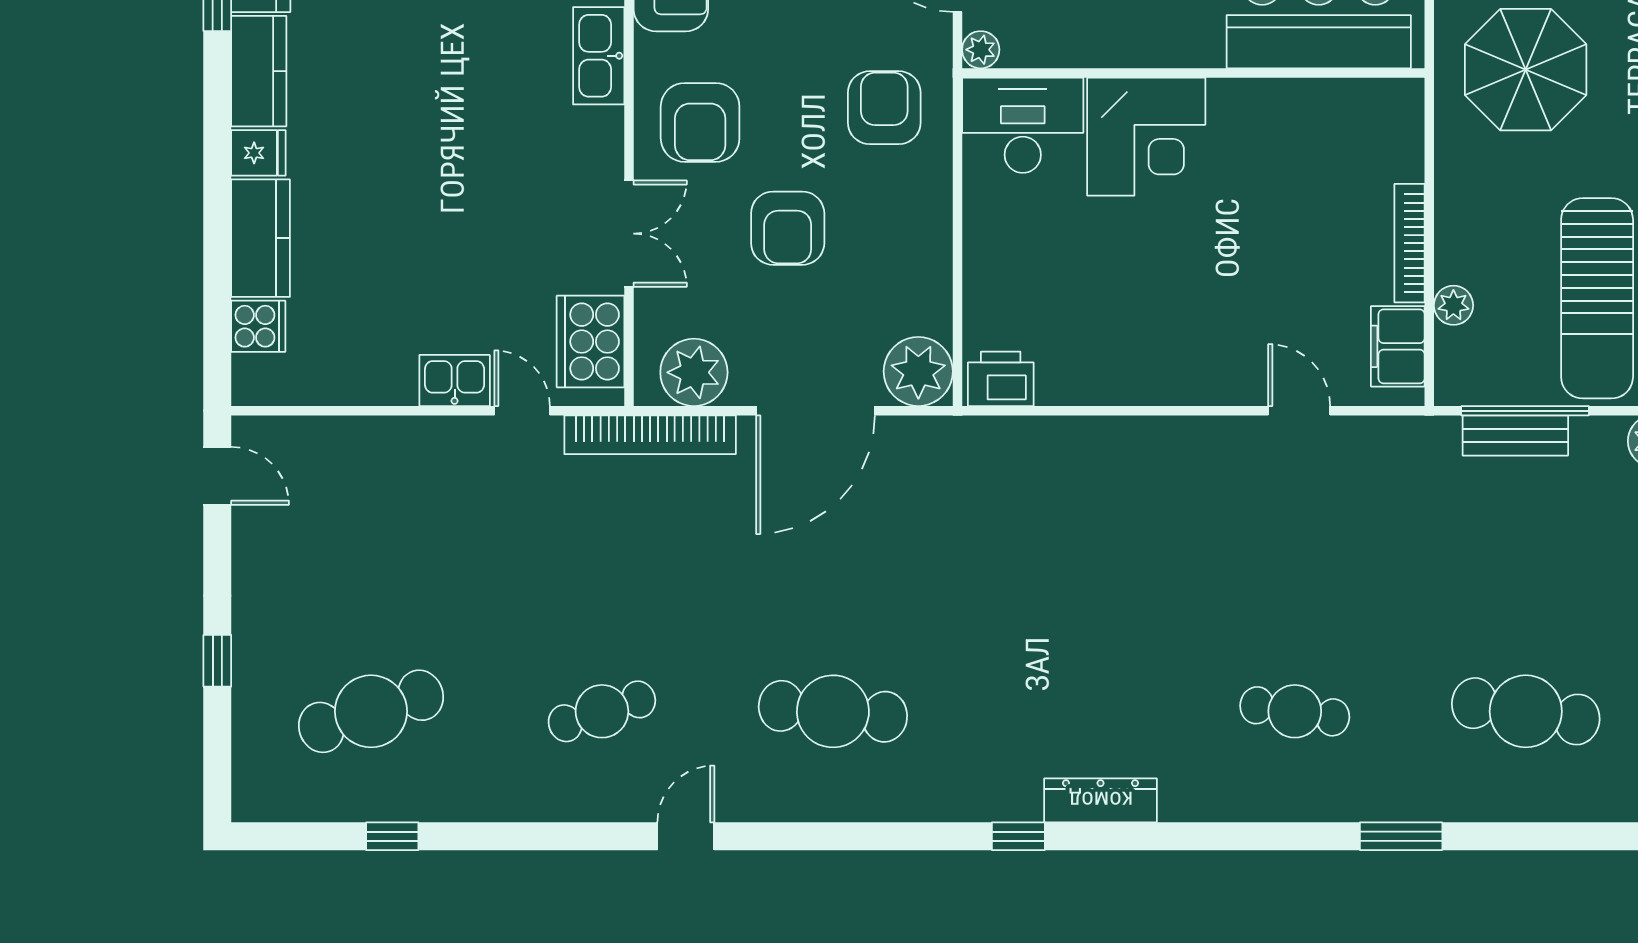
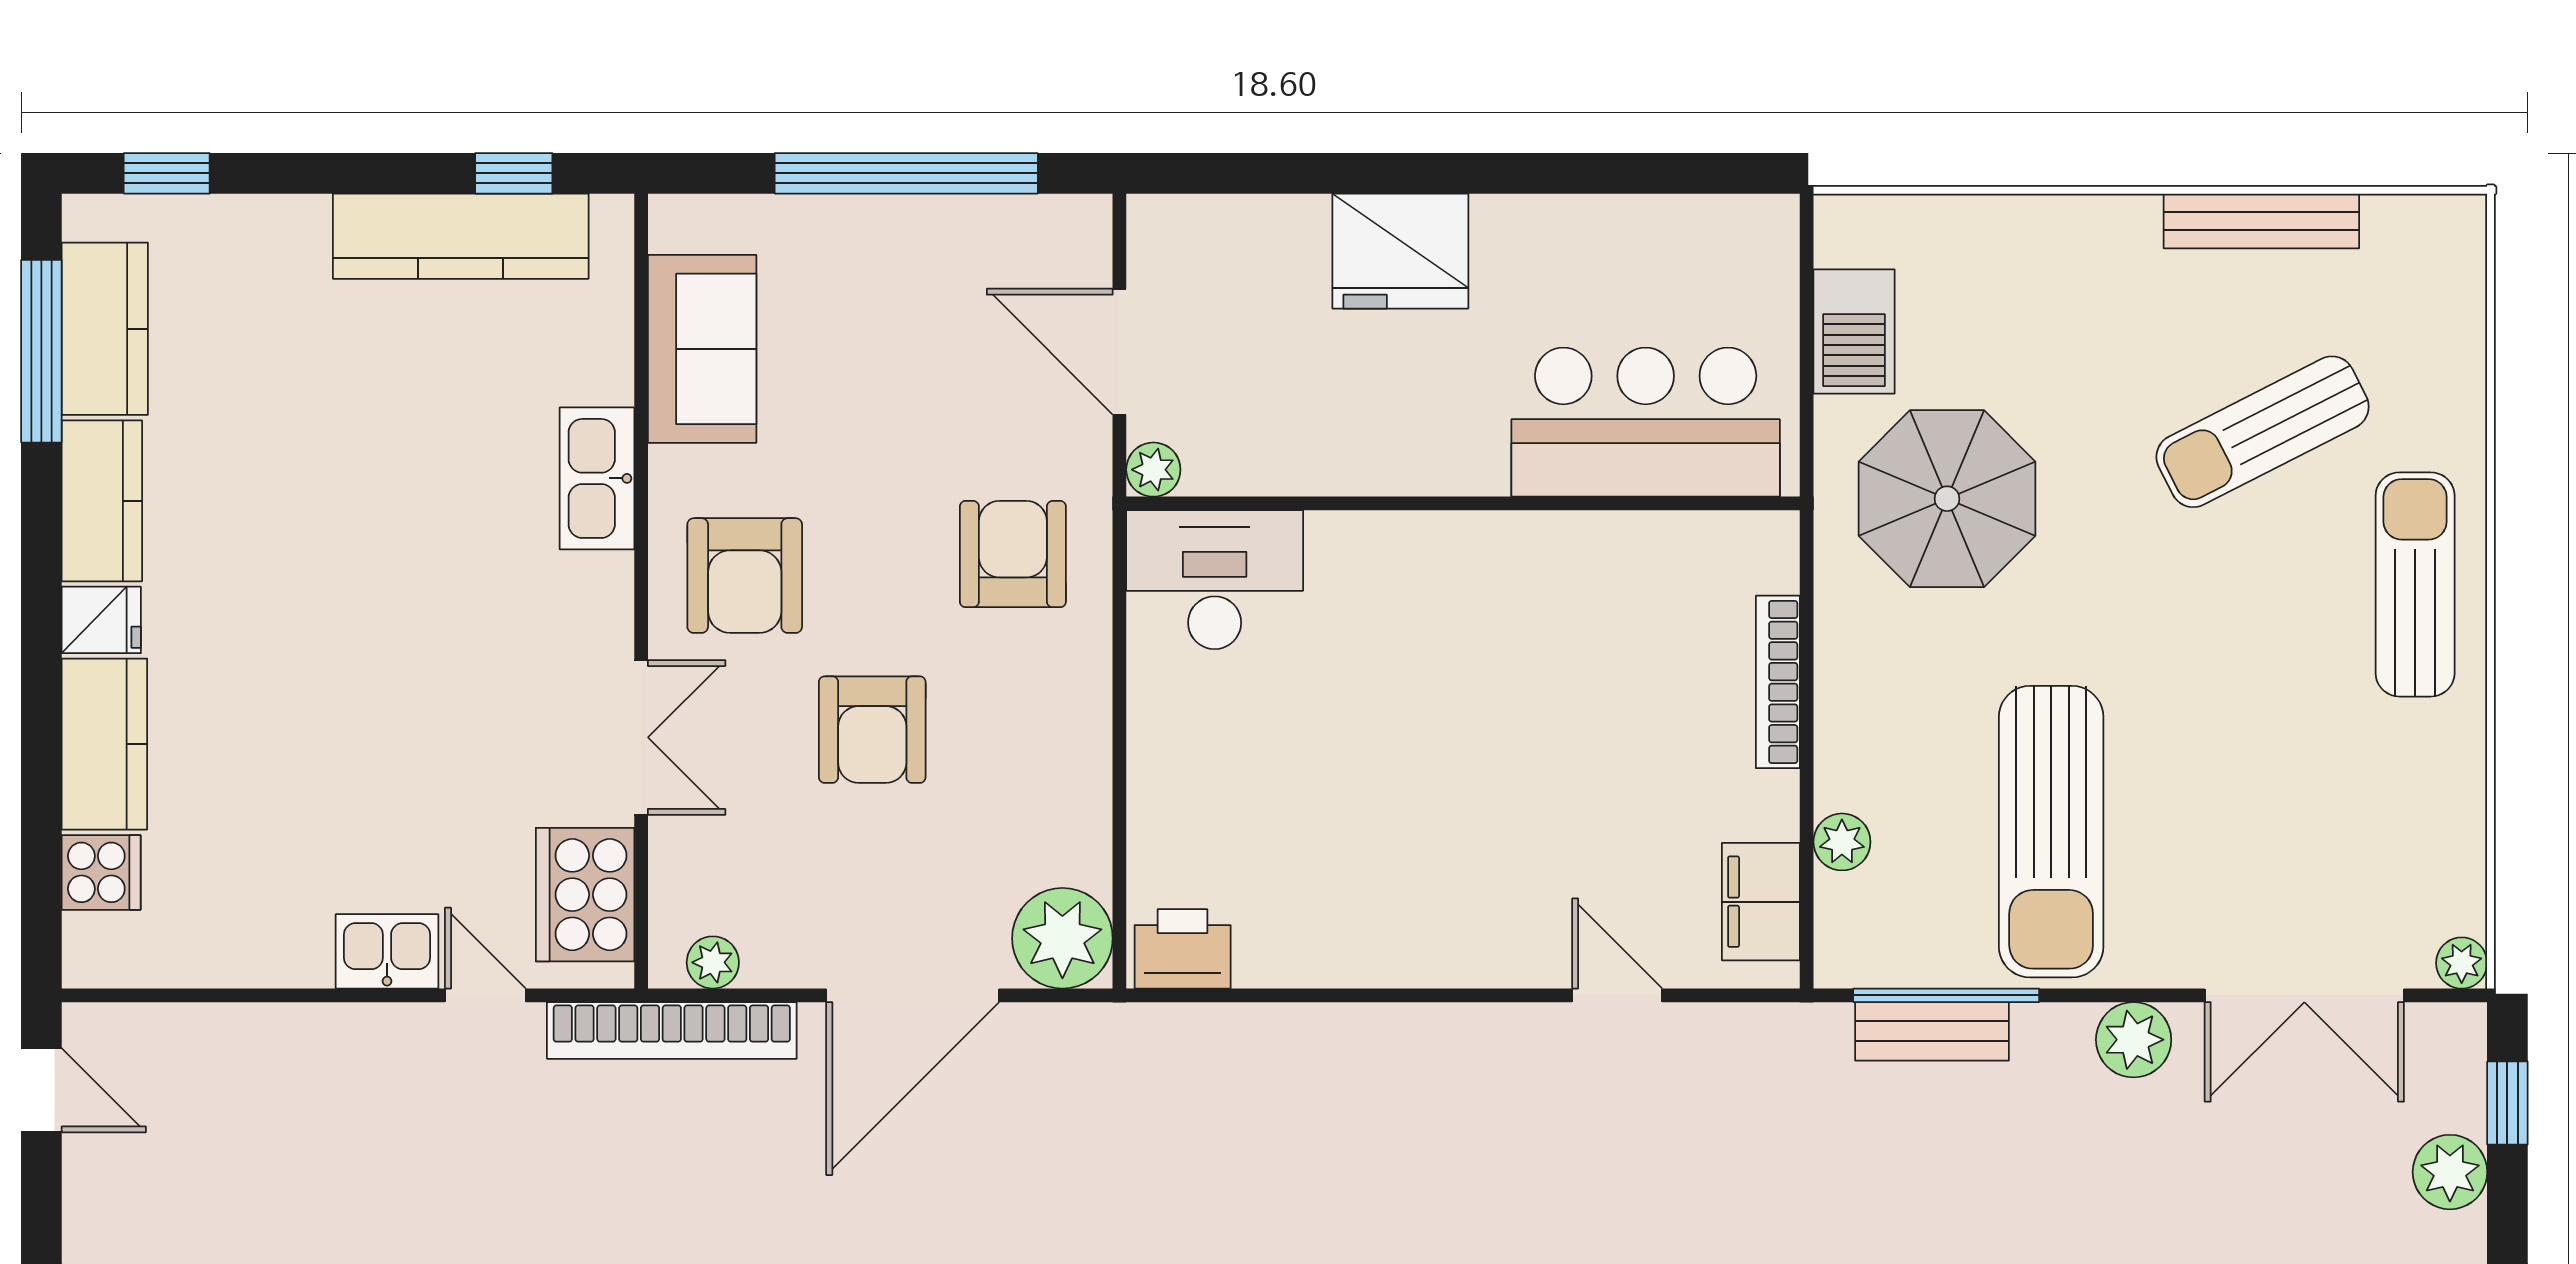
corner desk: (1146, 137) -> (1394, 596), removed
bookcase: (1410, 243) -> (1778, 682), moved
plant: (694, 372) -> (713, 962), width x0.53, depth x0.53

